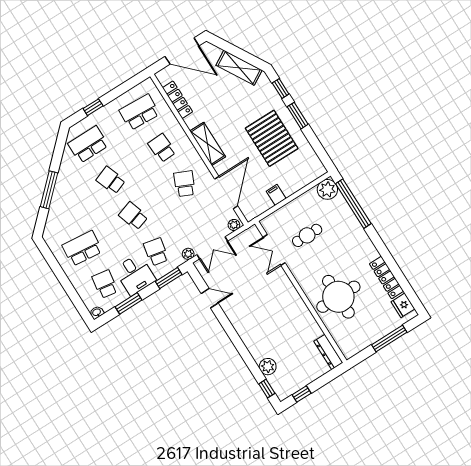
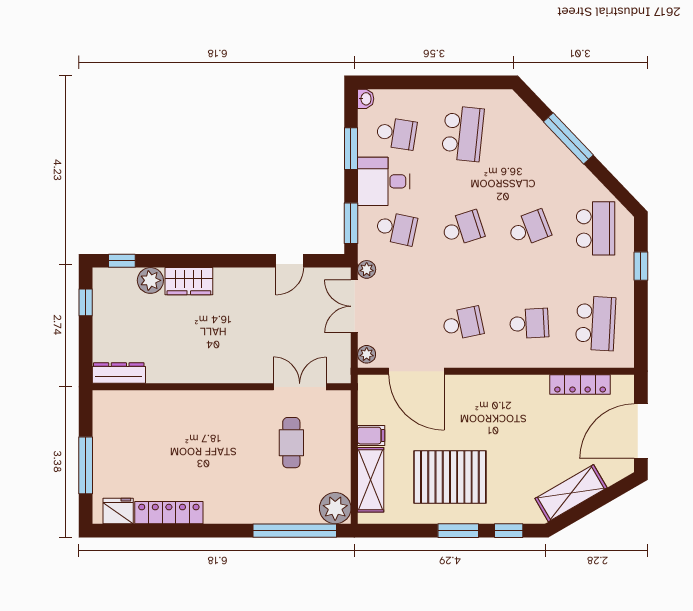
shelving: (208, 144) -> (371, 480), moved, turned 90
school desk: (185, 184) -> (463, 323), turned -36
round table: (338, 297) -> (184, 433), removed
wardrobe: (255, 346) -> (189, 281), added

